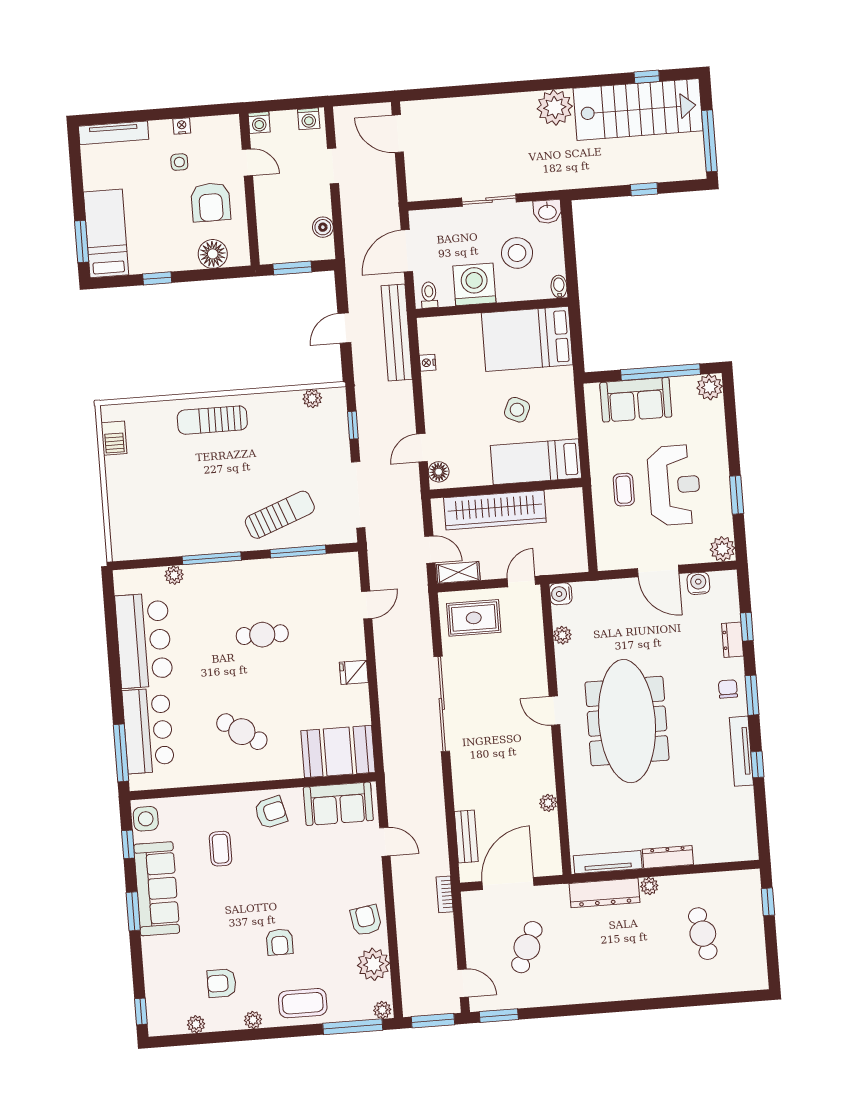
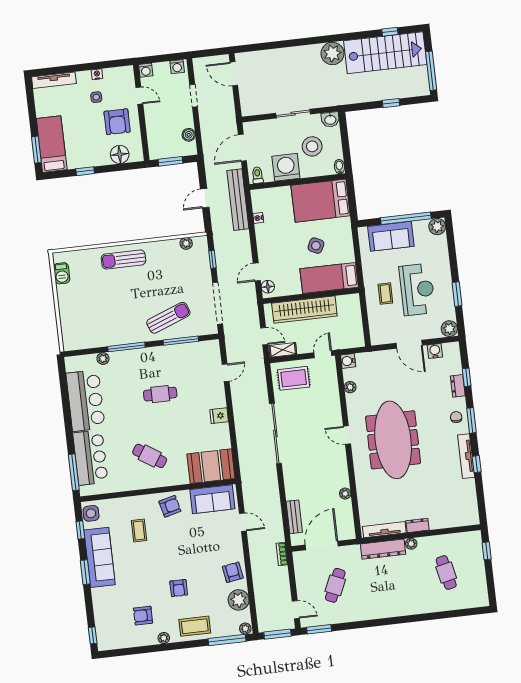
dresser: (668, 857) -> (418, 525), width x0.70
plant: (196, 1024) -> (128, 642), removed

